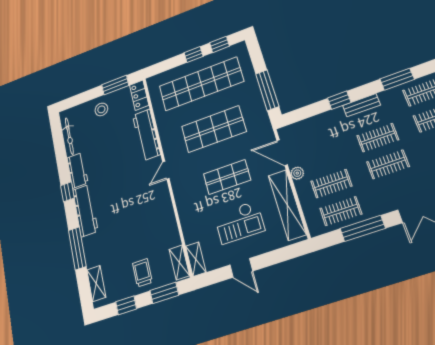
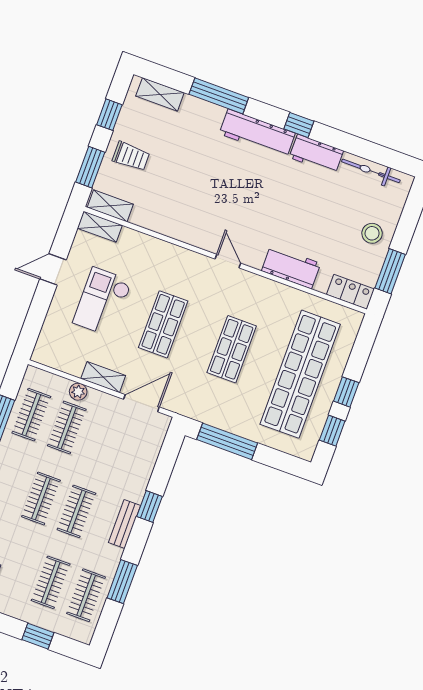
shop shelf: (214, 129) -> (232, 349), width x0.70, depth x0.74
workbench: (146, 135) -> (291, 267), width x0.73
plant: (297, 173) -> (78, 392), moved
shelving: (287, 205) -> (103, 377), width x0.45, depth x0.75

